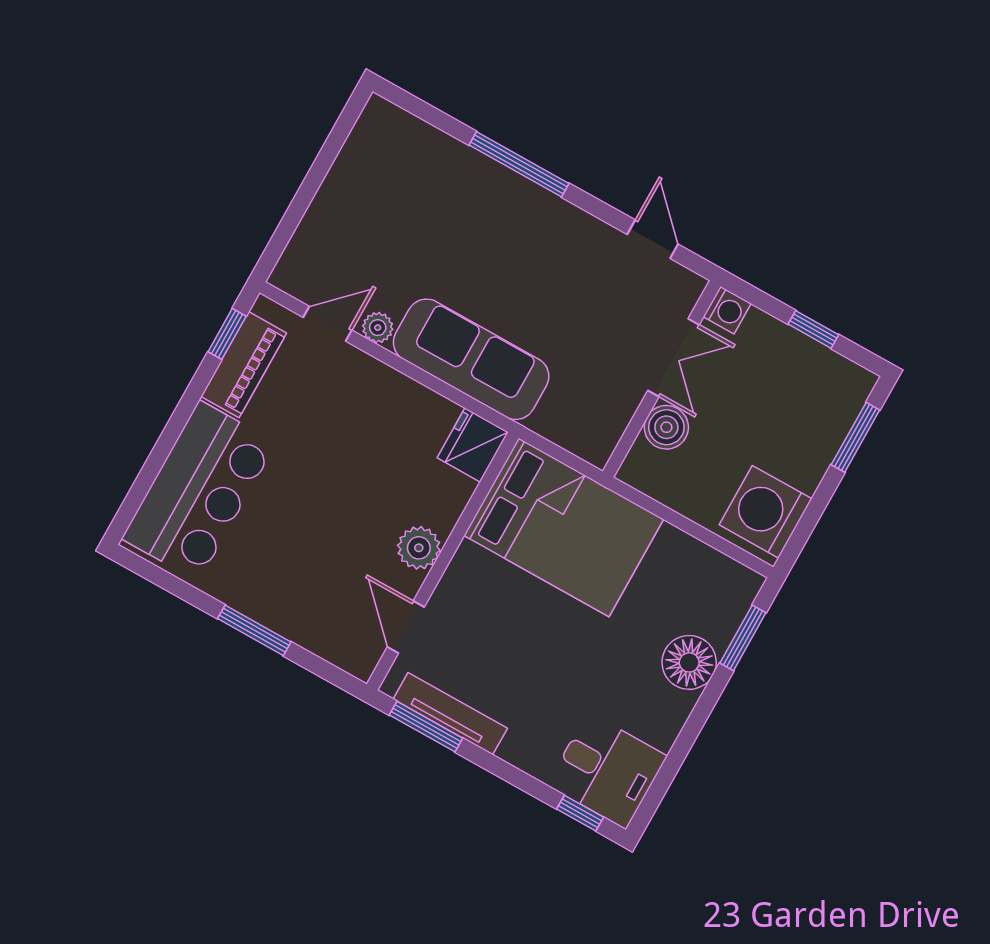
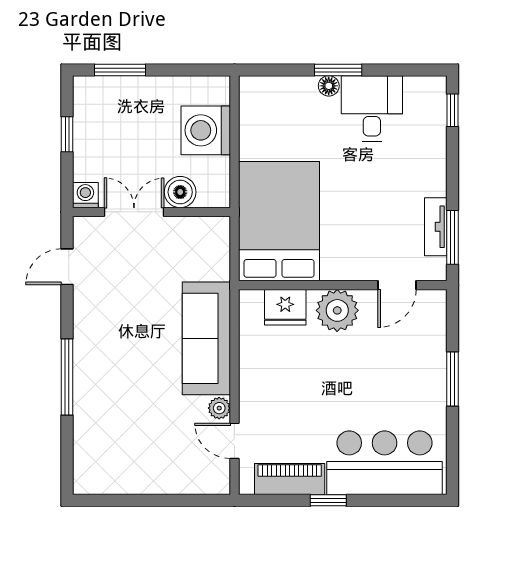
window: (227, 334) -> (328, 500), moved
fridge: (473, 445) -> (285, 307), moved
washing machine: (766, 512) -> (206, 130), moved, turned 90
plant: (419, 548) -> (337, 310), width x1.36, depth x1.36
window: (743, 638) -> (338, 70), moved
floor lamp: (689, 662) -> (329, 86), width x0.53, depth x0.53
tv unit: (450, 714) -> (436, 227), width x0.71
desk: (607, 771) -> (372, 108), moved

